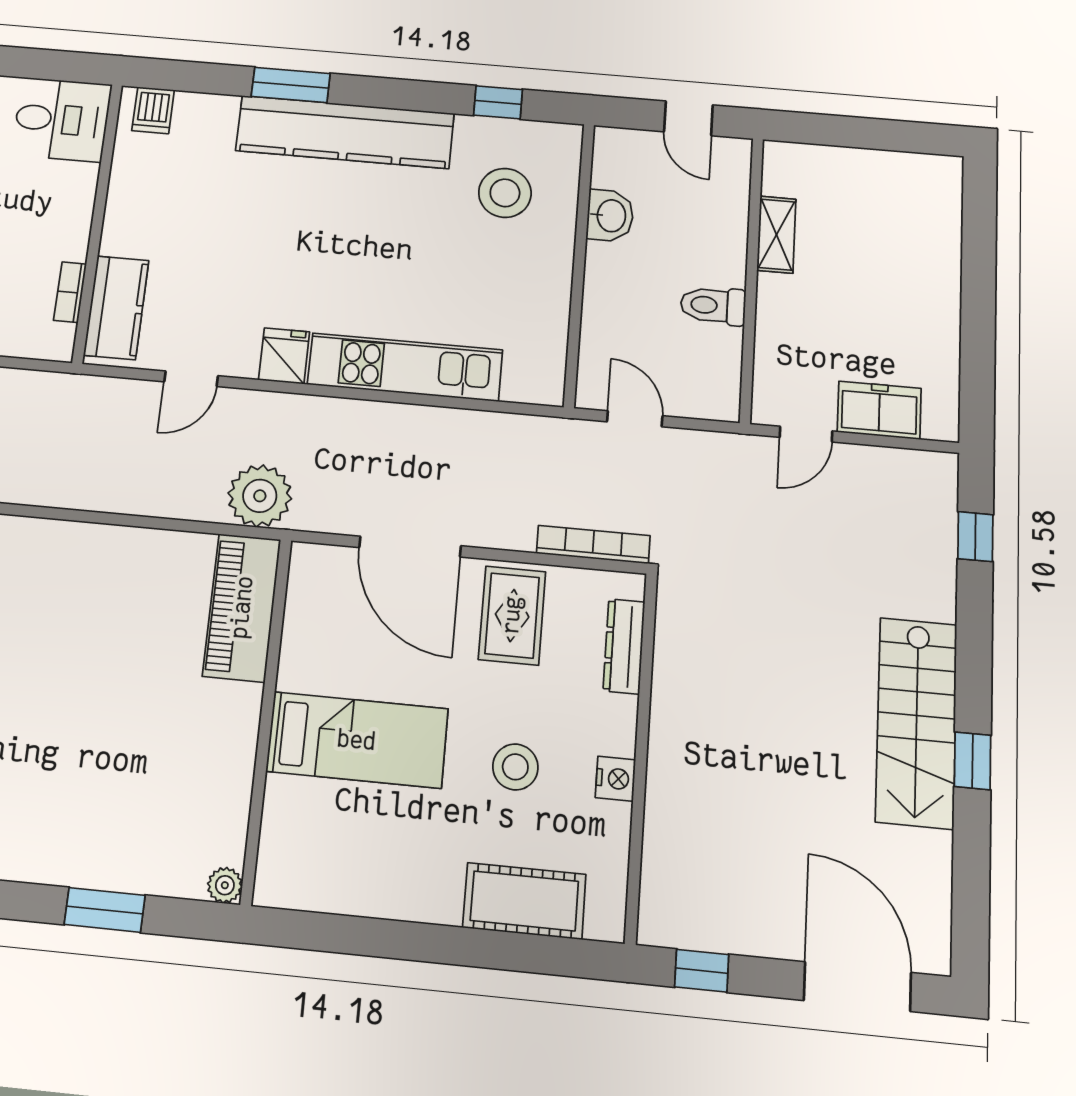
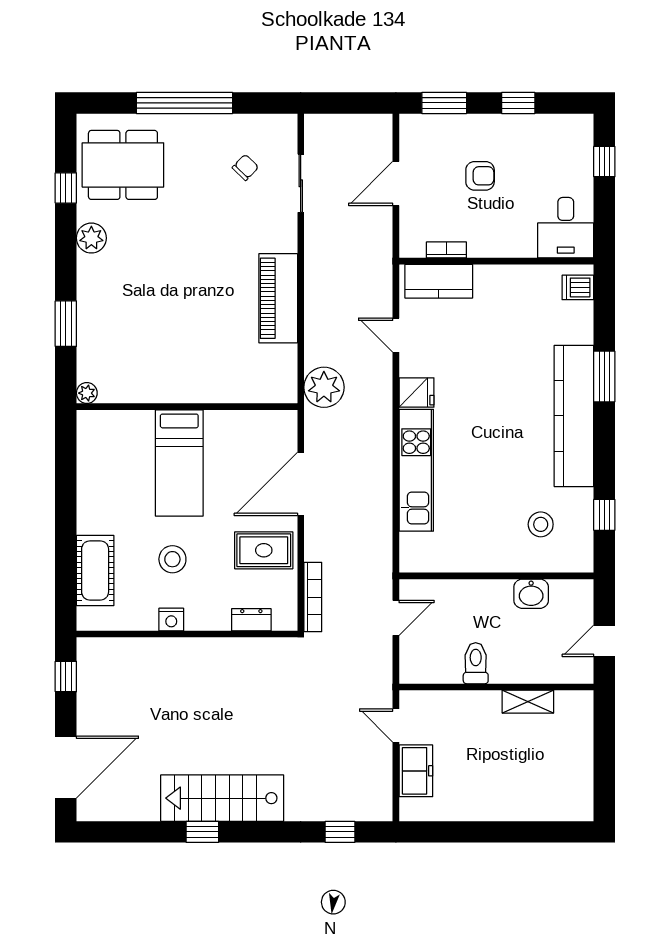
stool: (505, 193) -> (541, 524), width x0.73, depth x0.73
piano: (242, 607) -> (278, 298), moved, turned -90
dresser: (624, 646) -> (251, 620), width x0.70

